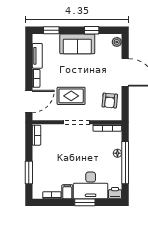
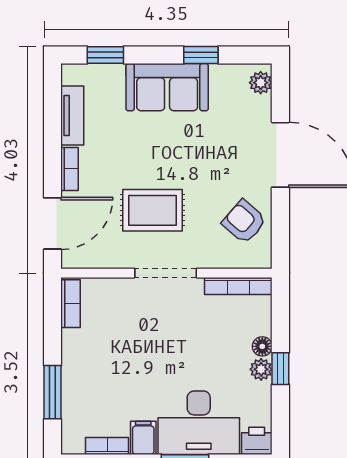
armchair: (110, 101) -> (244, 222), turned 126
plant: (117, 163) -> (261, 369), added
window: (125, 163) -> (280, 369), width x0.32

